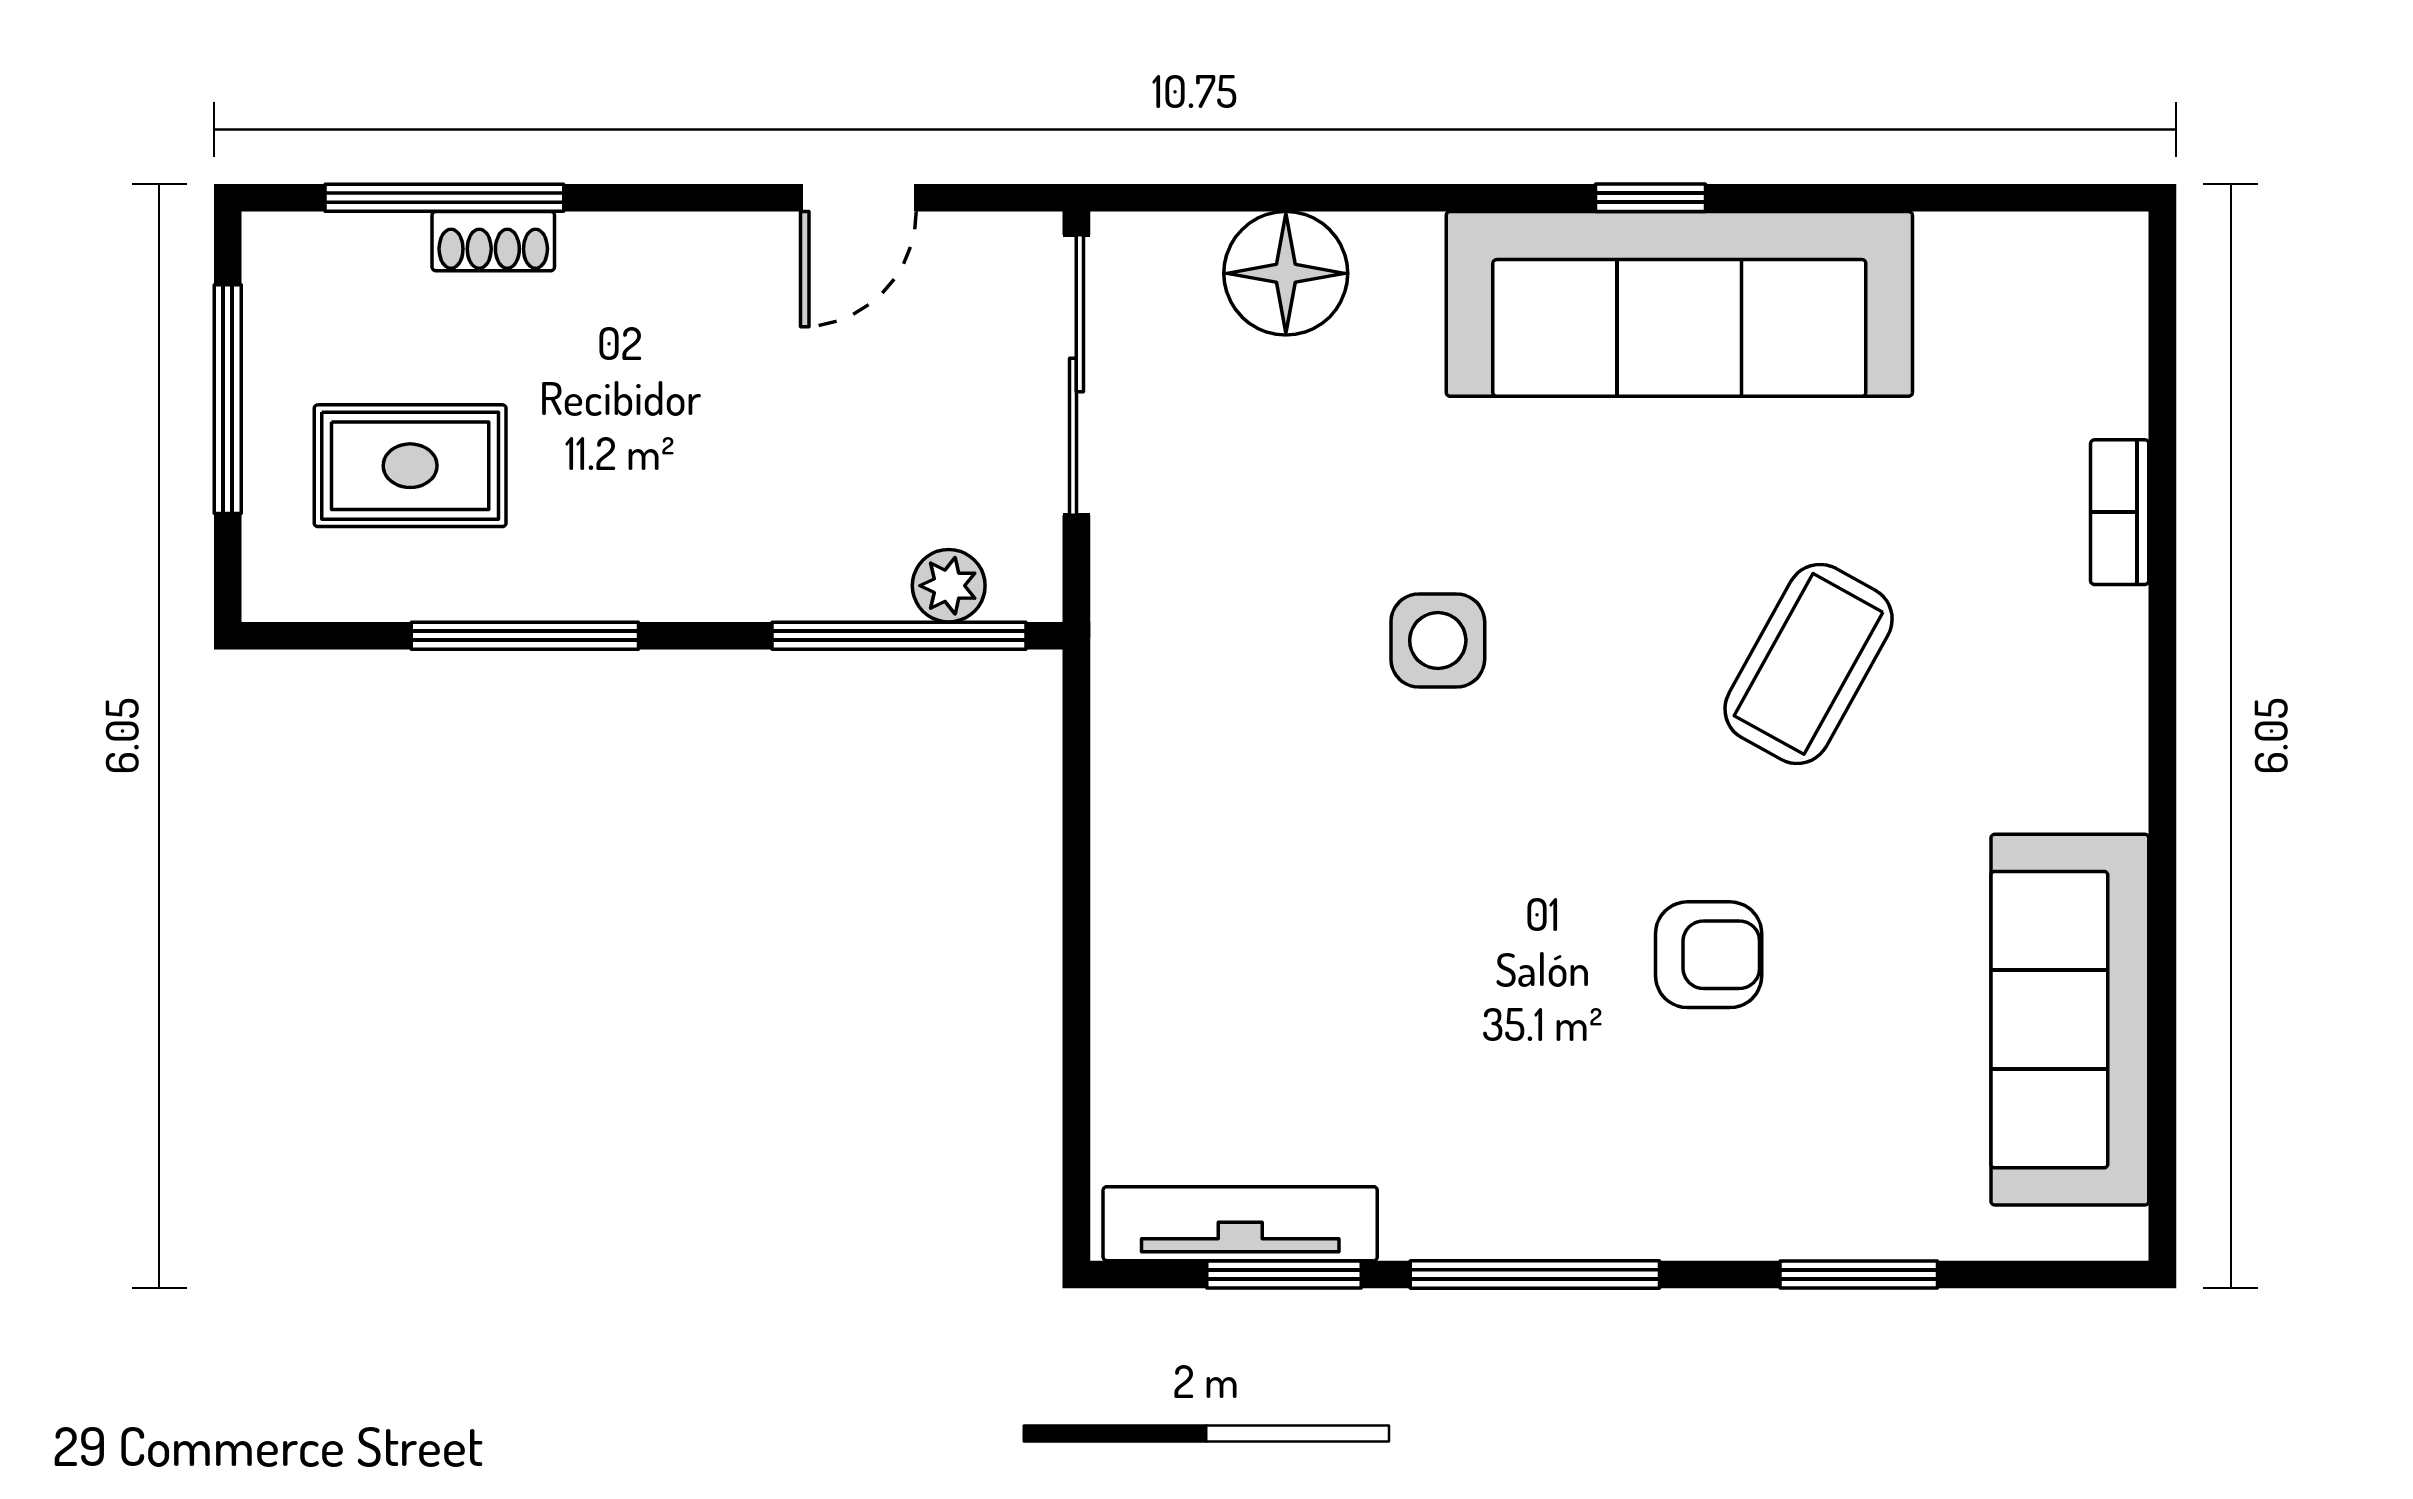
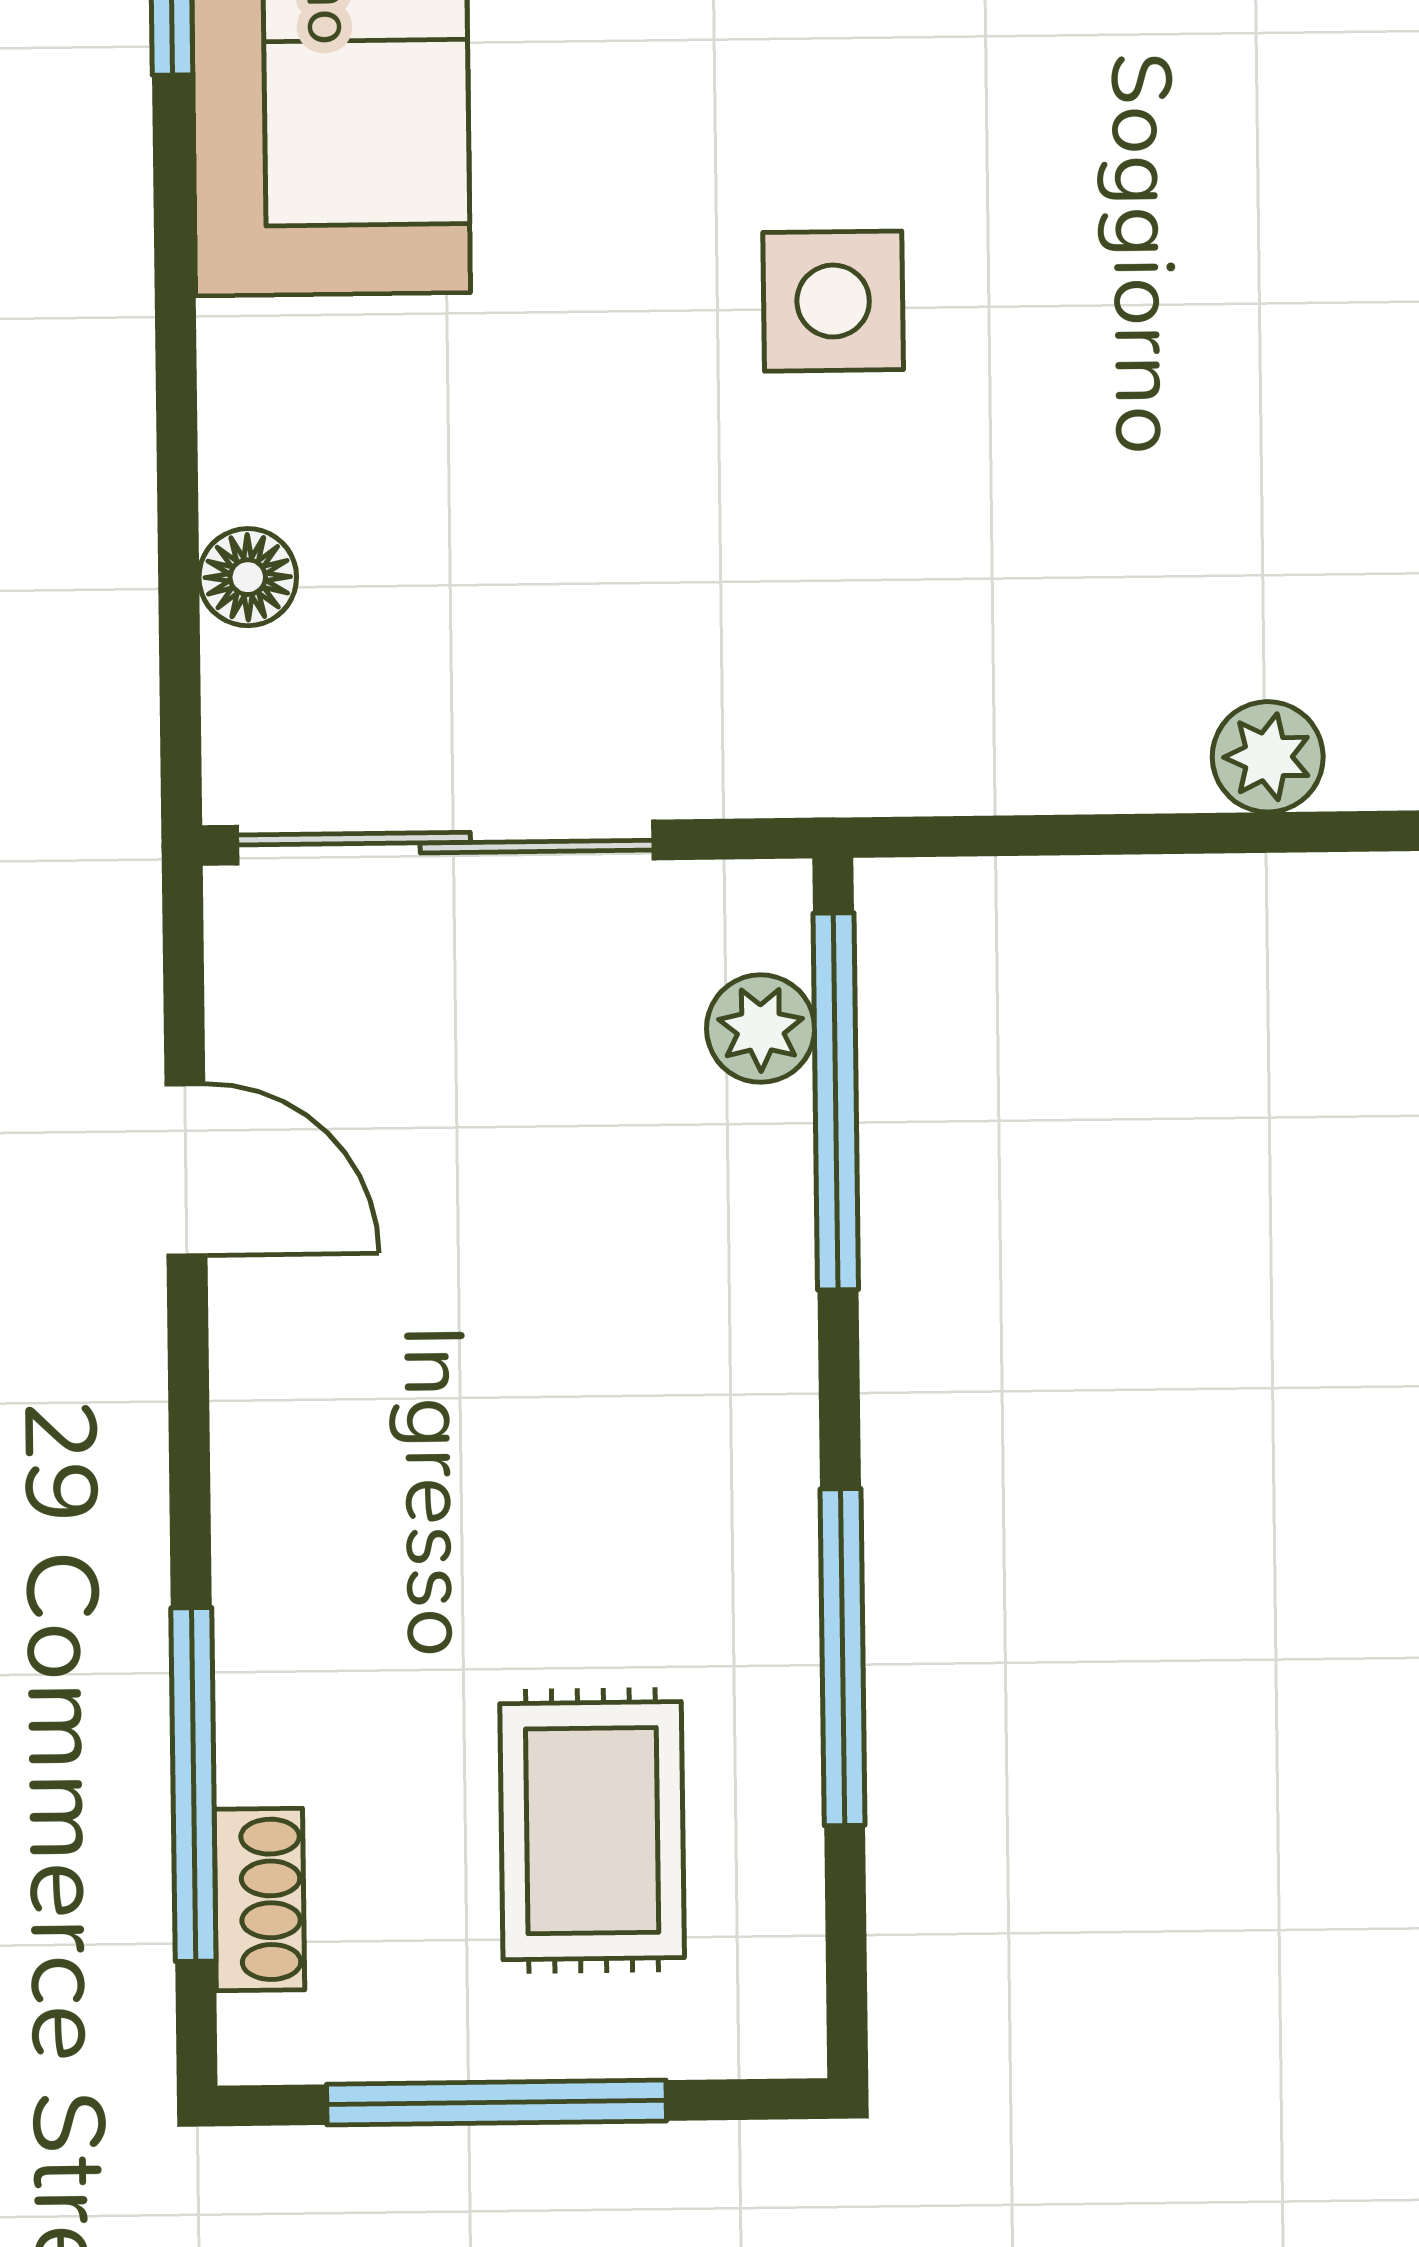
shoe rack: (493, 241) -> (259, 1899), moved
floor lamp: (1286, 273) -> (248, 577), width x0.53, depth x0.53
plant: (1127, 929) -> (1268, 757), added

